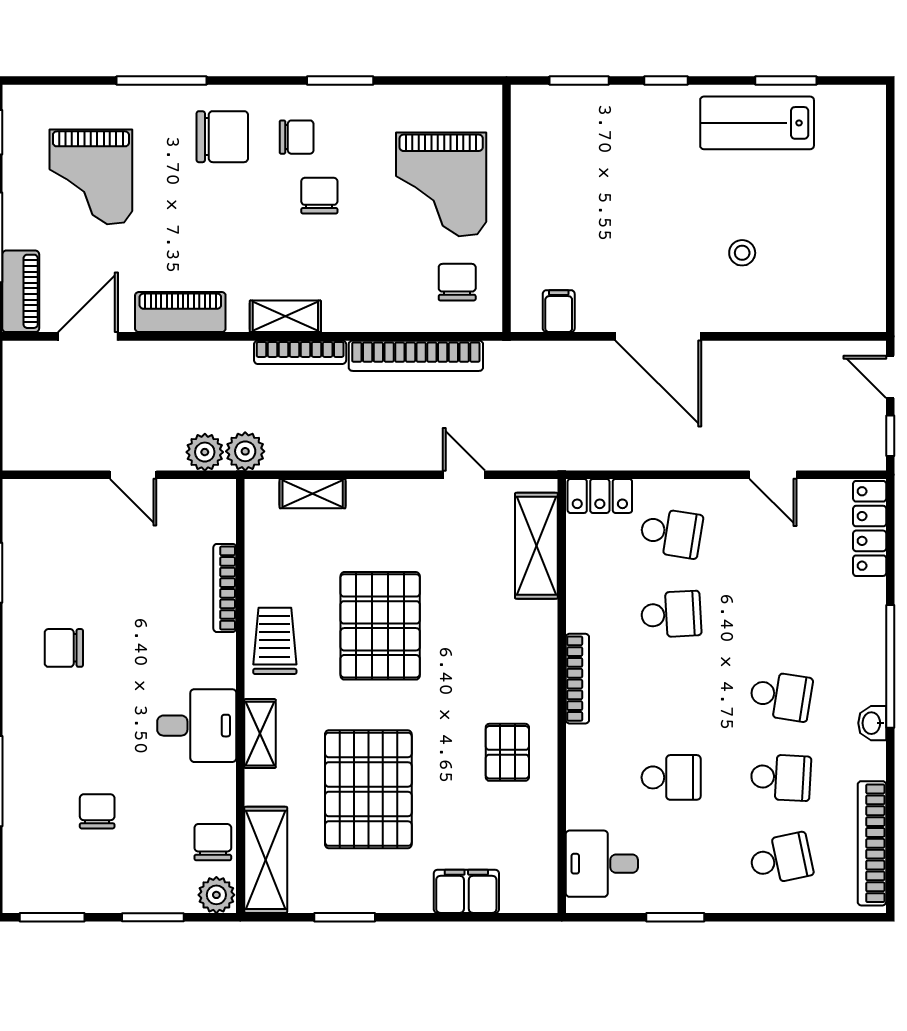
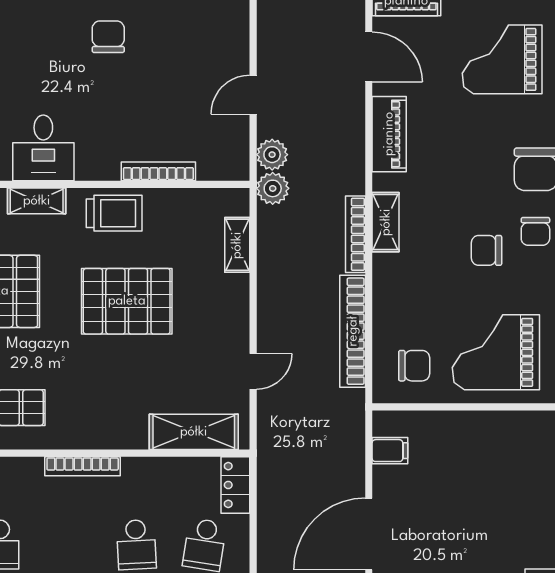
chair: (319, 196) -> (486, 250), turned 180

